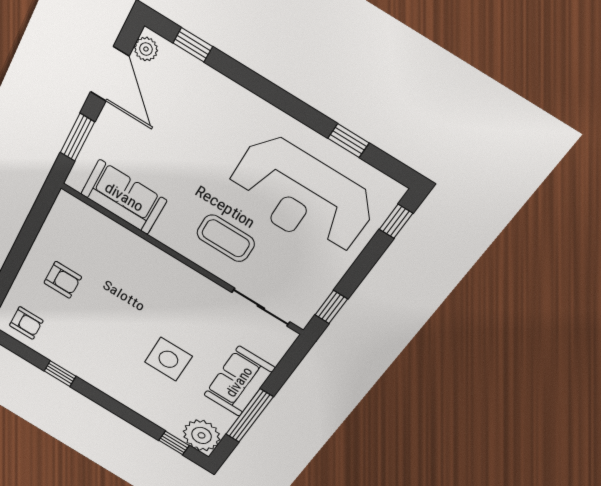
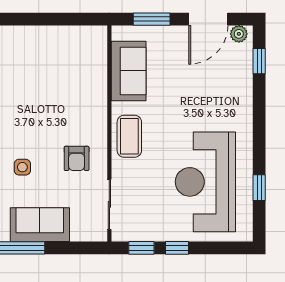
window: (396, 221) -> (177, 248), moved
coffee table: (226, 238) -> (129, 136), moved
armchair: (63, 280) -> (77, 158), moved
side table: (168, 359) -> (22, 167), width x0.54, depth x0.54

